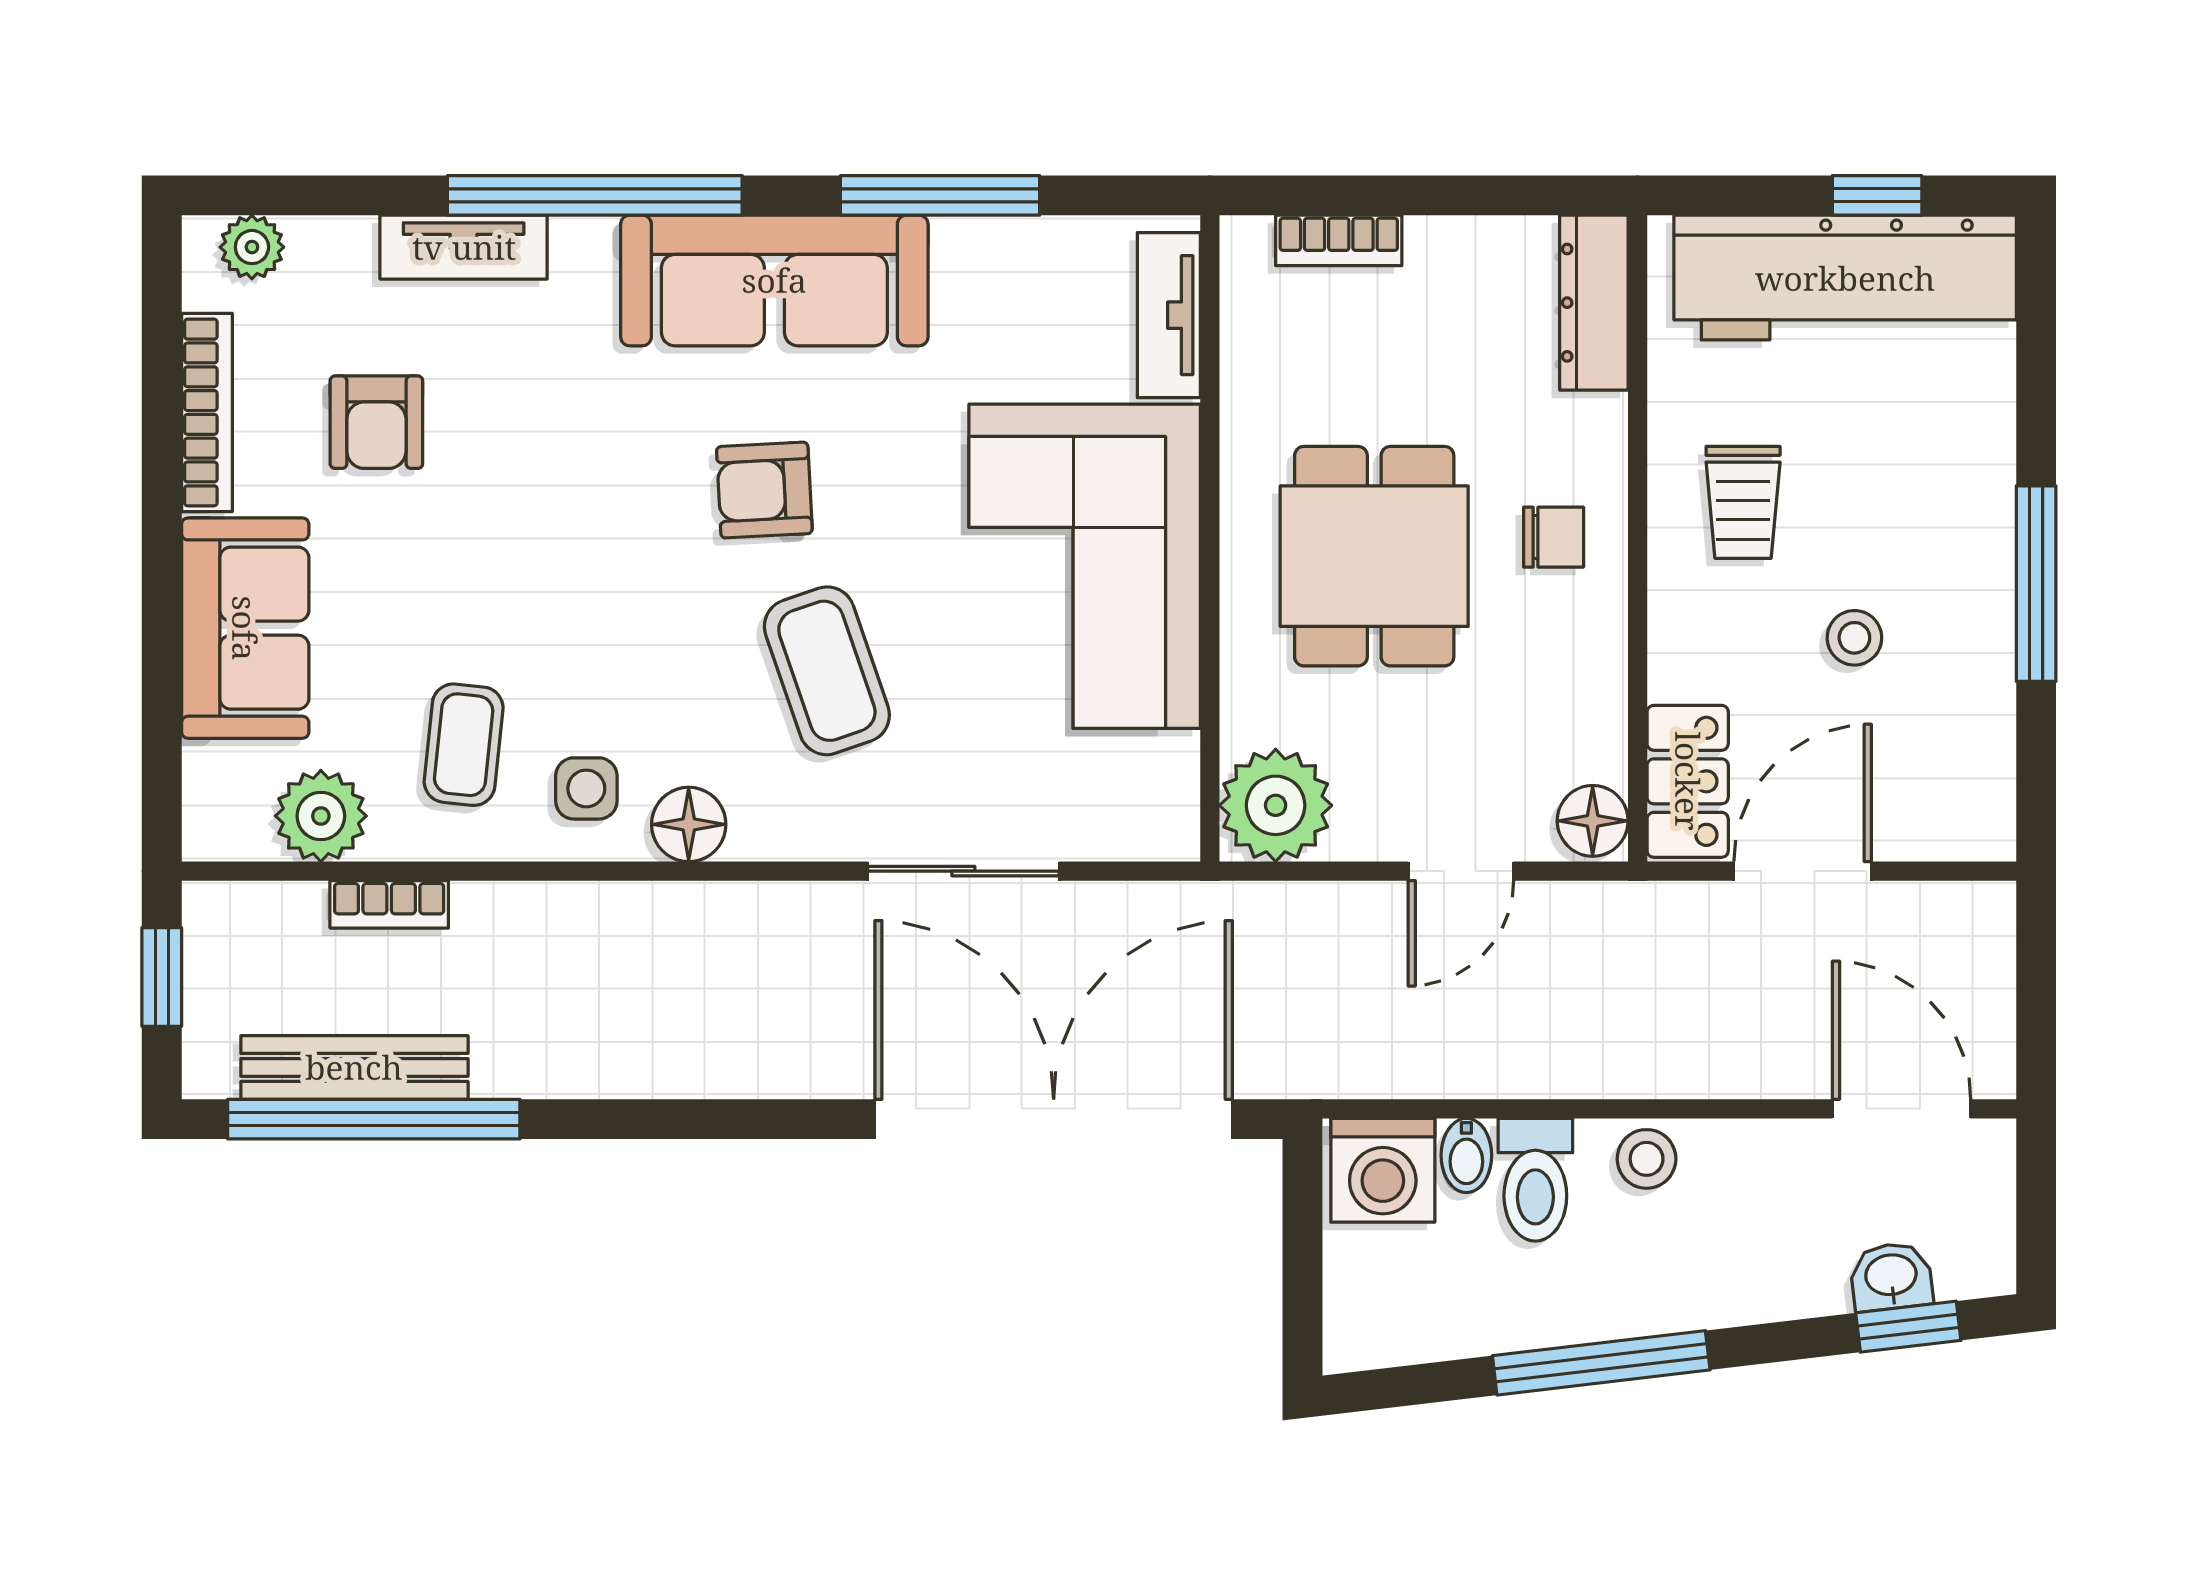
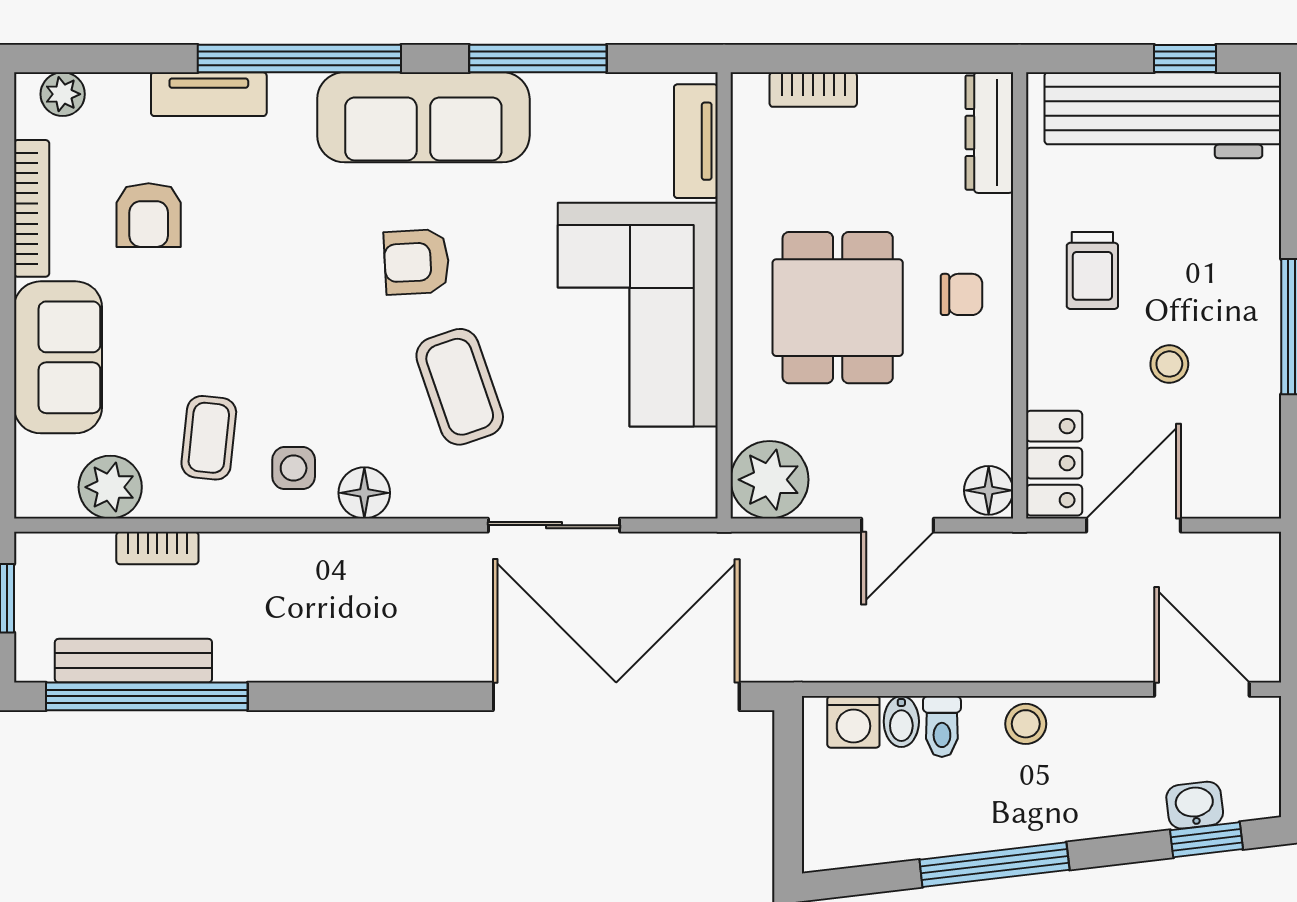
washing machine: (1383, 1170) -> (853, 722), width x0.73, depth x0.73
toilet: (1535, 1180) -> (942, 726), width x0.73, depth x0.72

